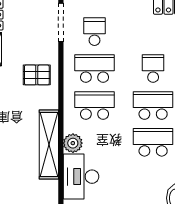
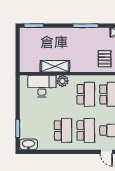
shelving: (49, 144) -> (55, 66), width x0.68

